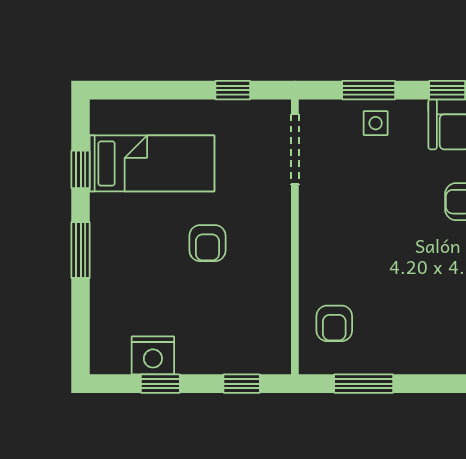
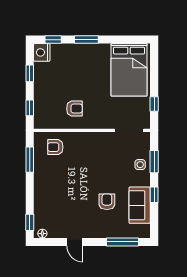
bed: (152, 163) -> (129, 70), width x1.50
window: (81, 169) -> (53, 40), moved
armchair: (207, 243) -> (74, 109), moved, turned 180
nightstand: (153, 355) -> (42, 52), moved

